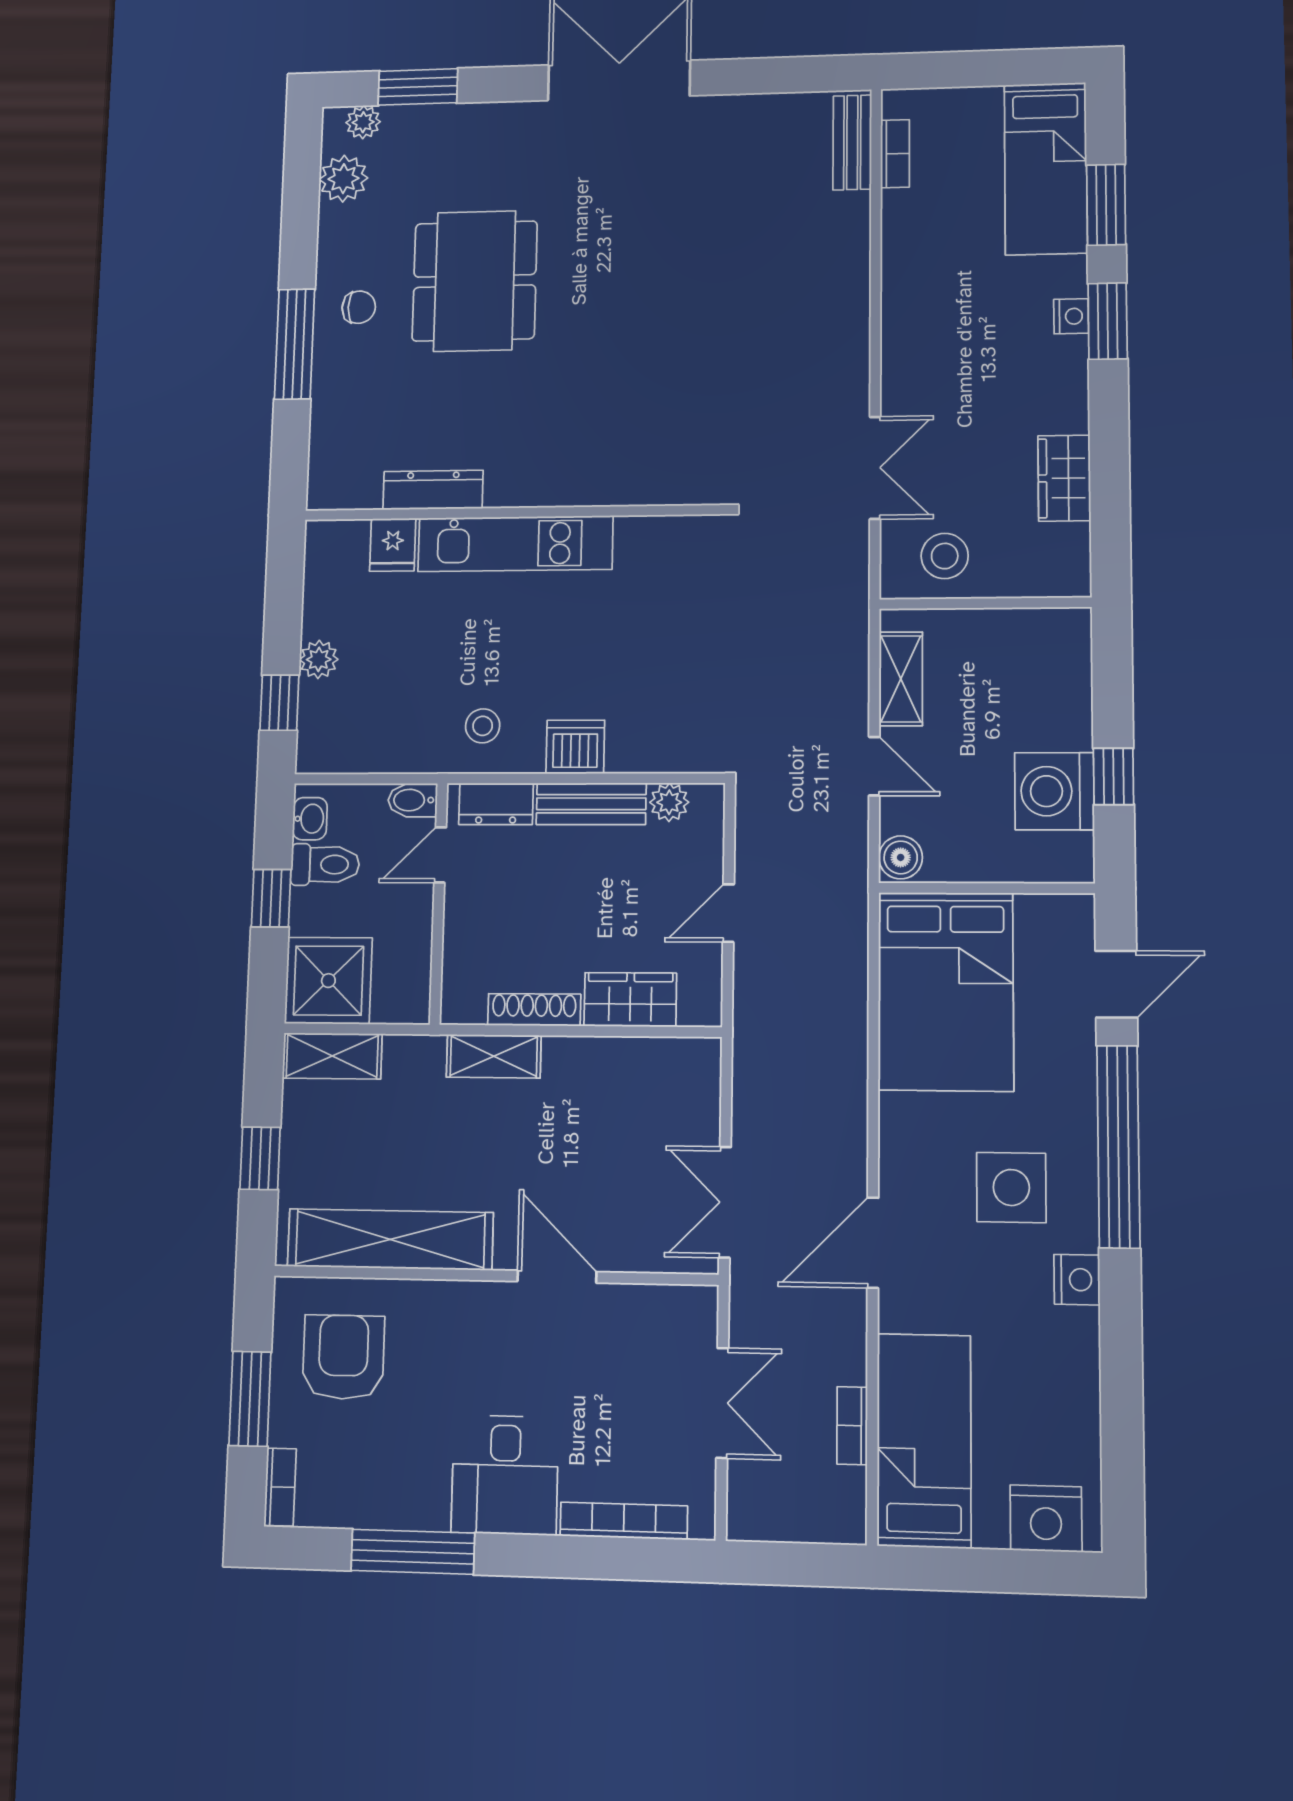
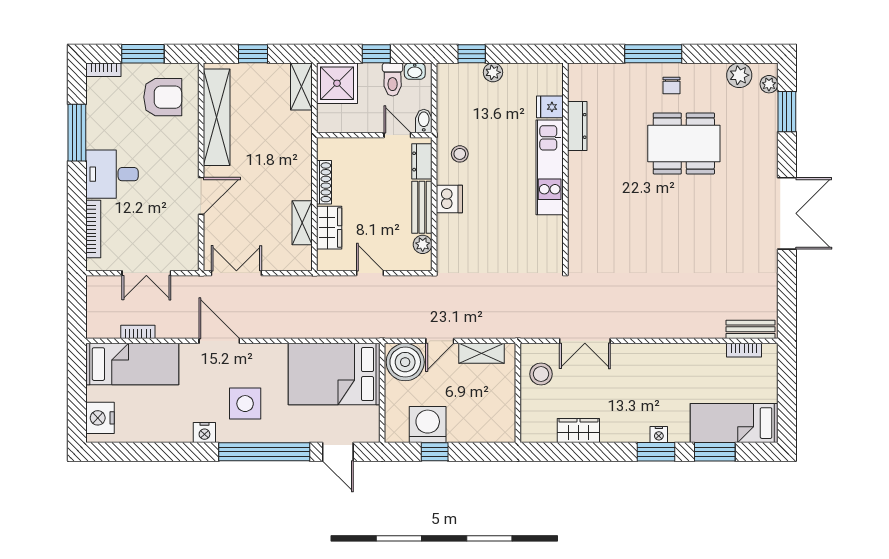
boiler: (901, 857) -> (405, 362), width x1.86, depth x1.86
shelving: (494, 1056) -> (302, 223), moved

